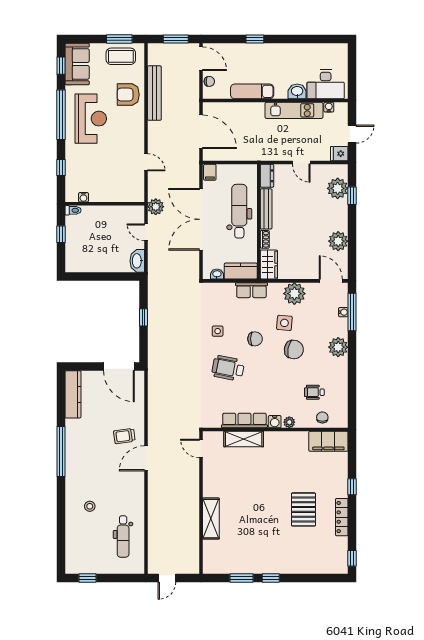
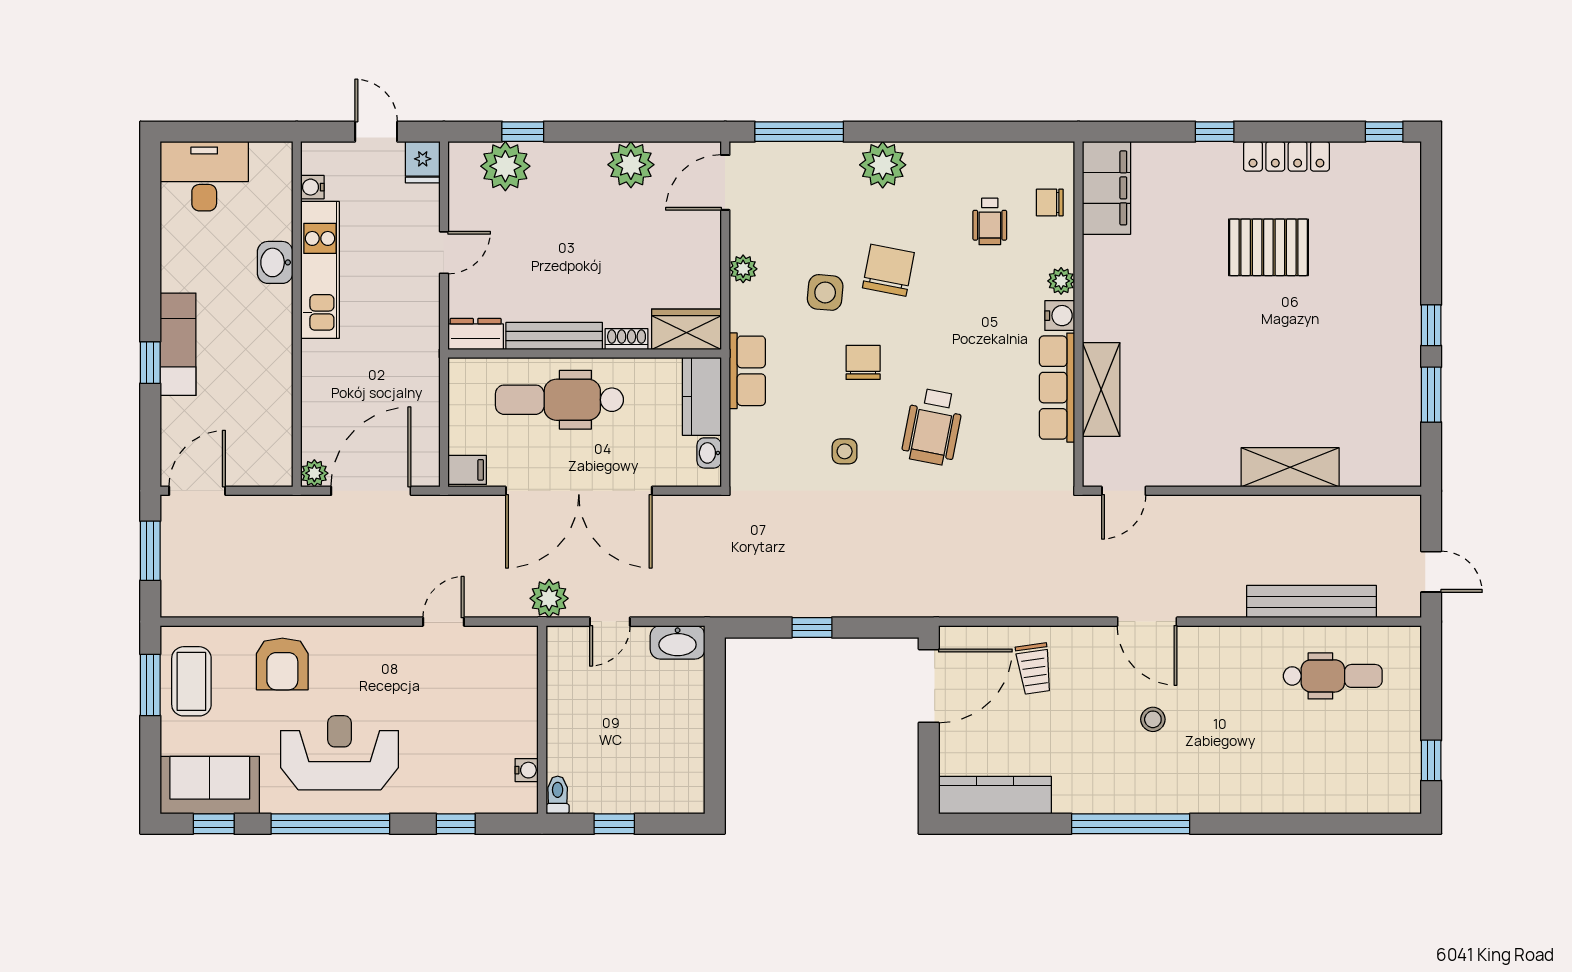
chair: (209, 81) -> (251, 471), removed
desk: (326, 84) -> (204, 176), moved, turned -90
exam couch: (252, 91) -> (178, 344), moved, turned 180
bench: (154, 93) -> (1312, 602), moved
plant: (208, 108) -> (314, 473), added
plant: (294, 294) -> (743, 269), width x0.53, depth x0.53
water cooler: (343, 312) -> (800, 153), removed
trolley: (124, 436) -> (1034, 669), moved
stool: (90, 506) -> (1153, 719), moved

